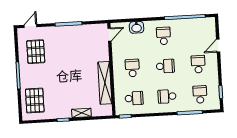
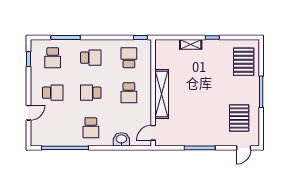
school desk: (198, 64) -> (53, 93), turned -90
shelving: (105, 83) -> (162, 94), moved
school desk: (134, 98) -> (129, 58), turned 90

